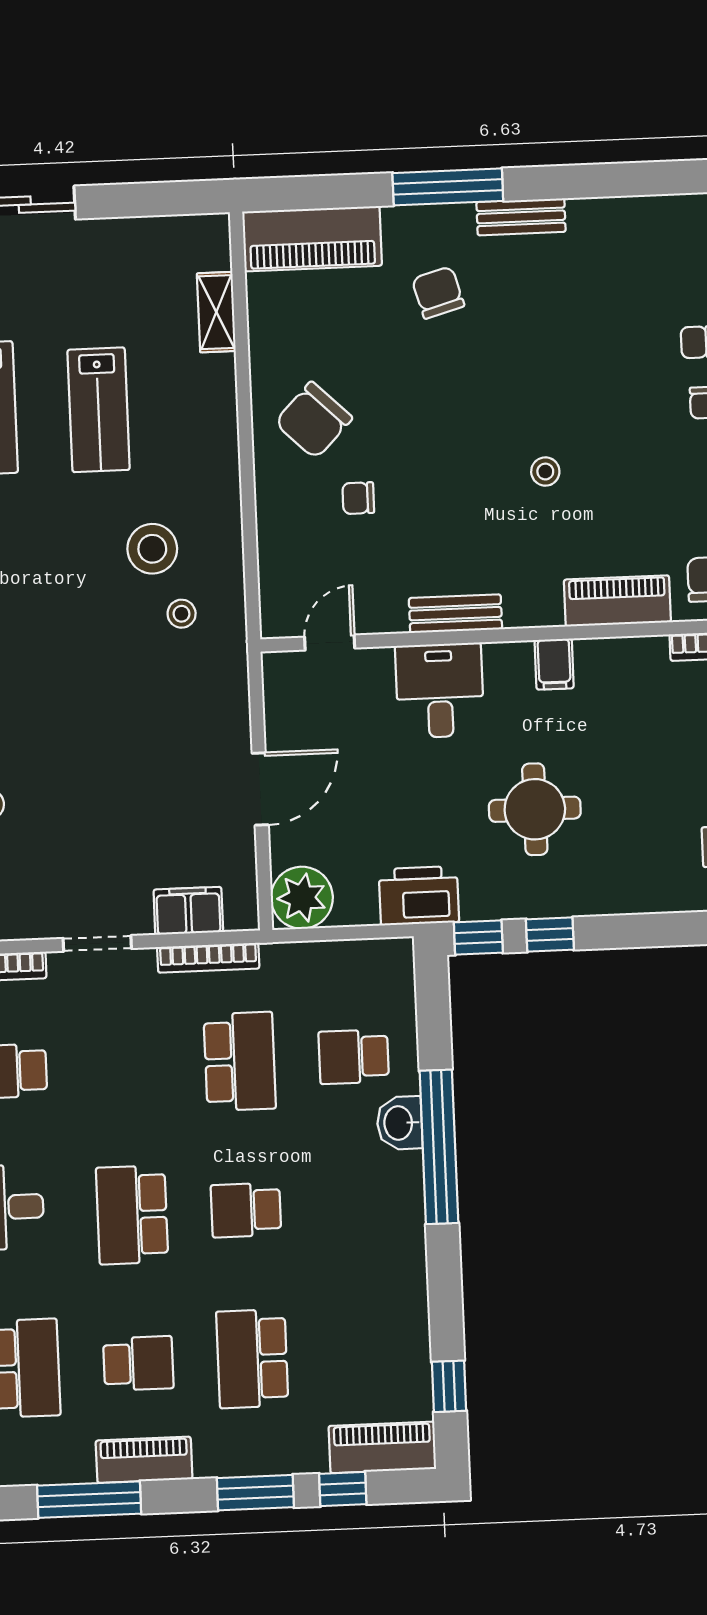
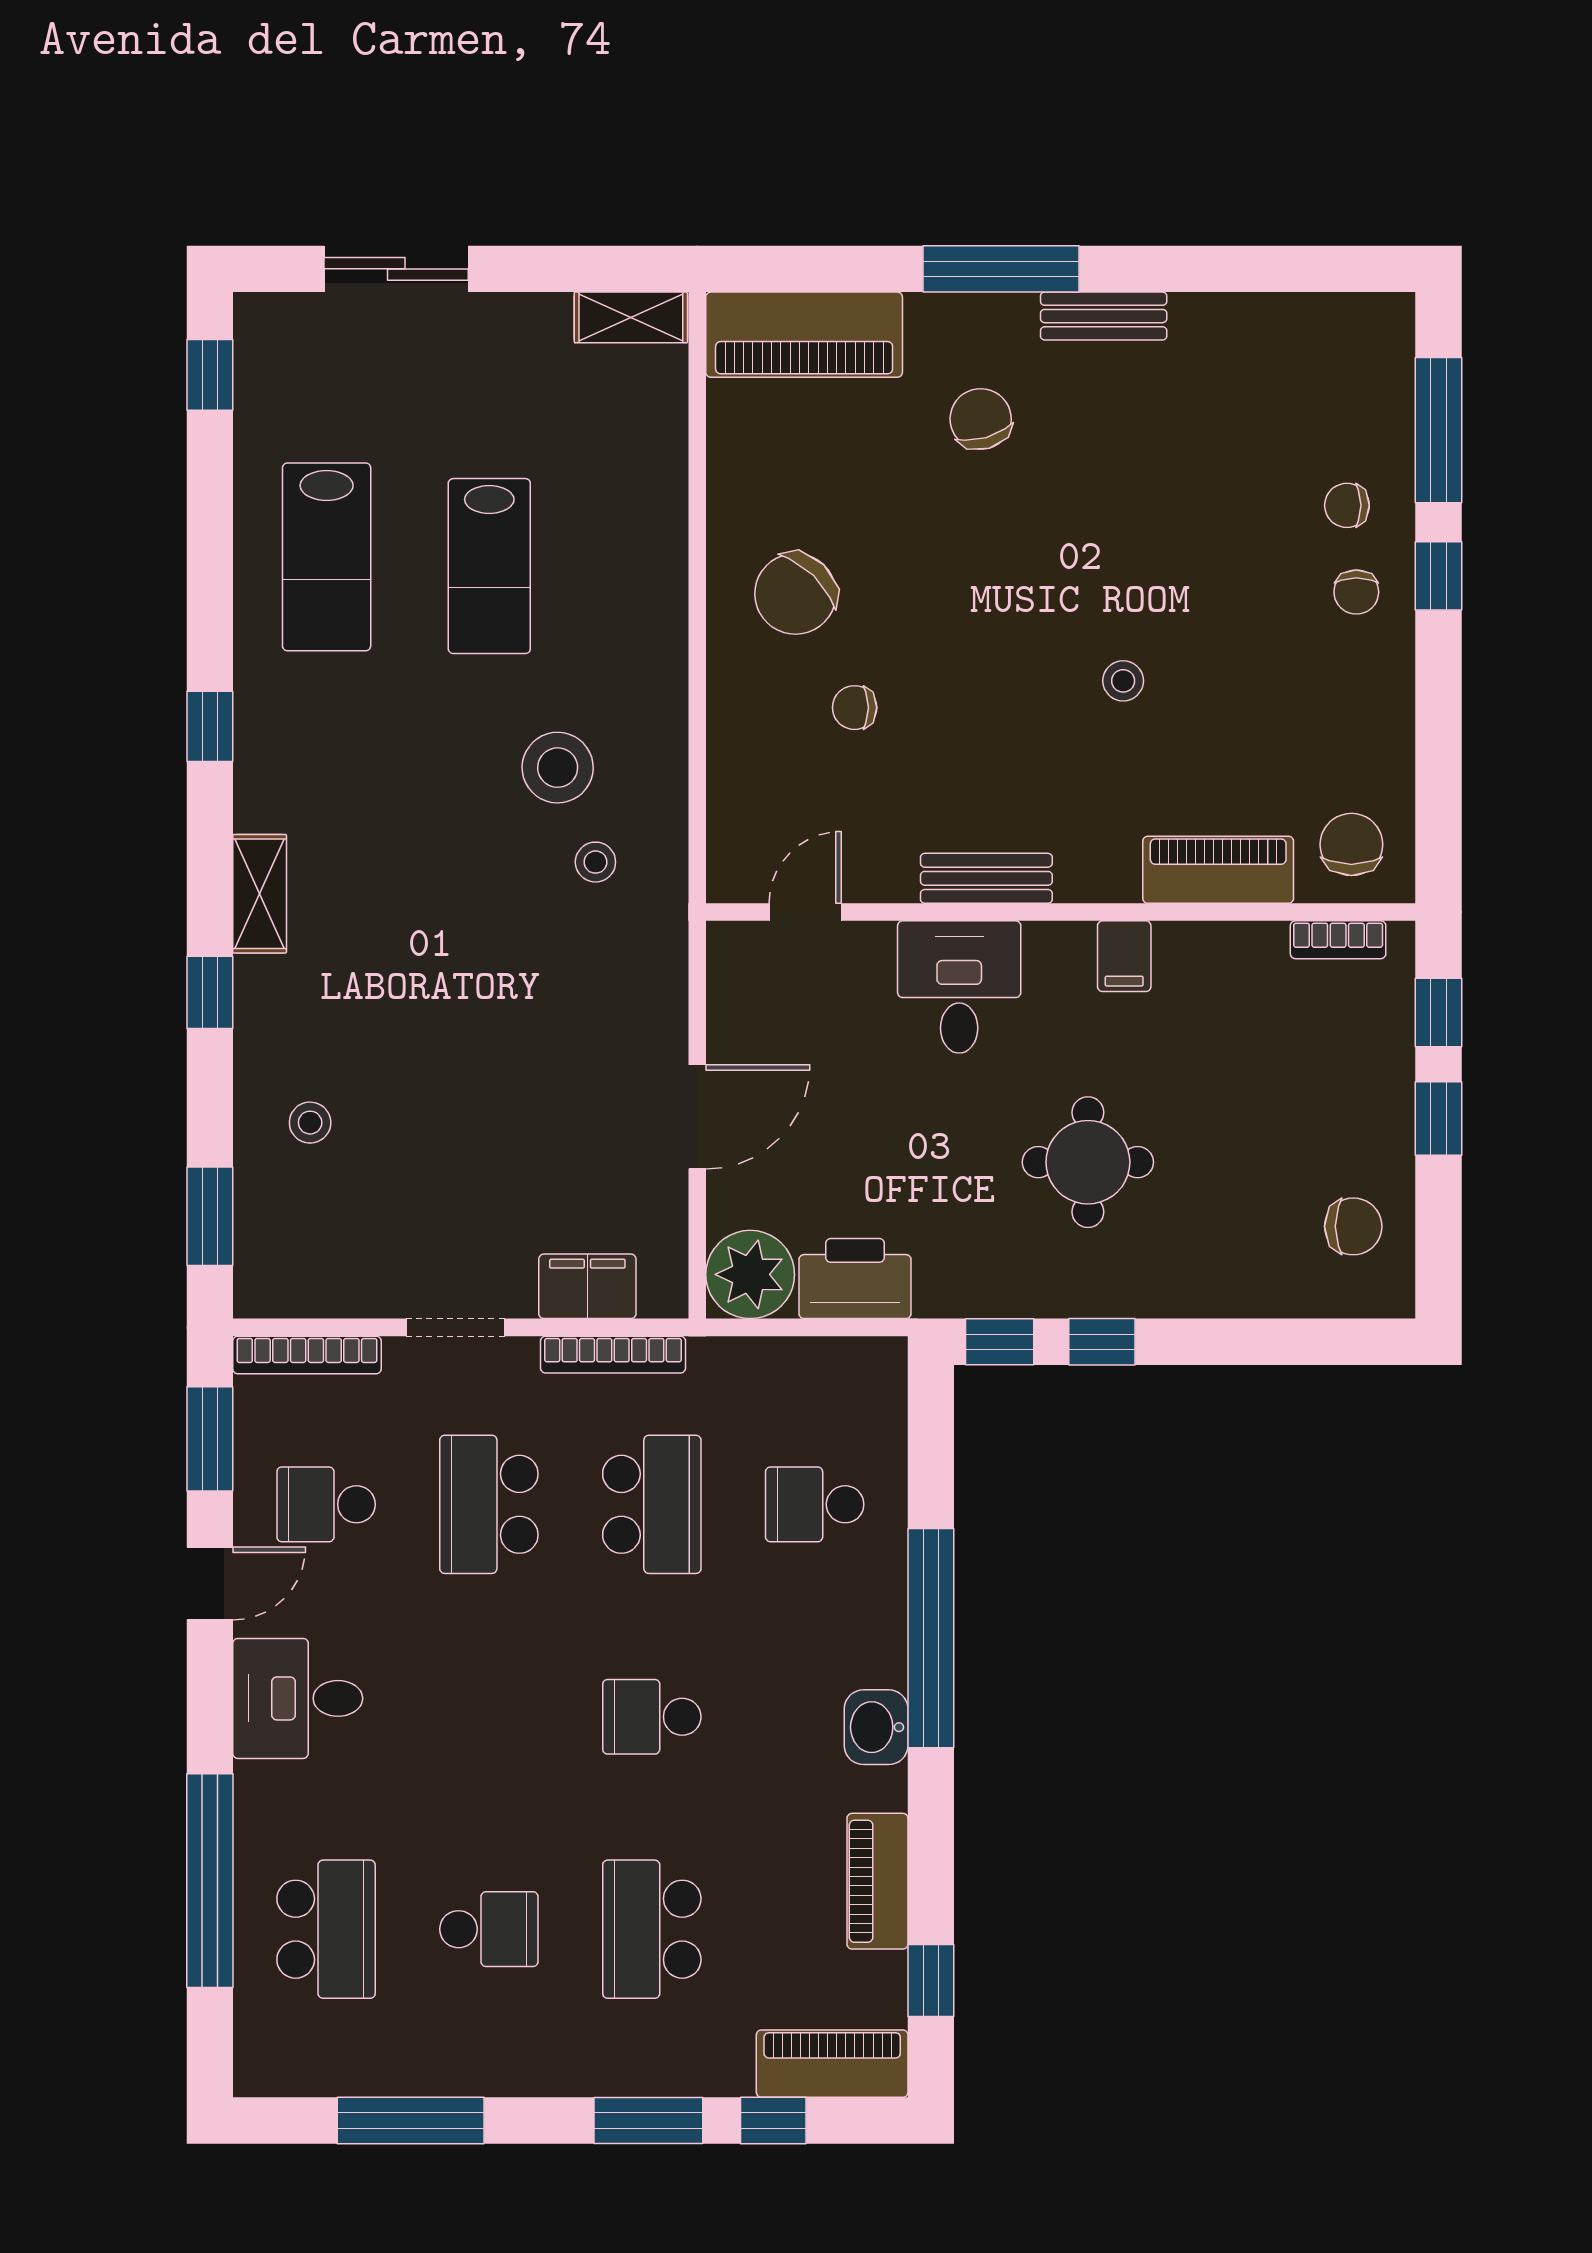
shelving: (216, 312) -> (631, 317), moved, turned 90
printer: (419, 896) -> (855, 1279), moved
washbasin: (400, 1123) -> (876, 1727), moved
school desk: (132, 1215) -> (489, 1504), moved
piano: (144, 1460) -> (877, 1881), moved, turned -90

